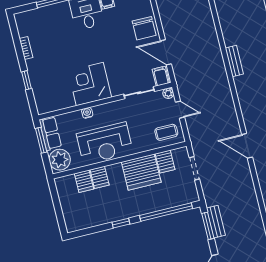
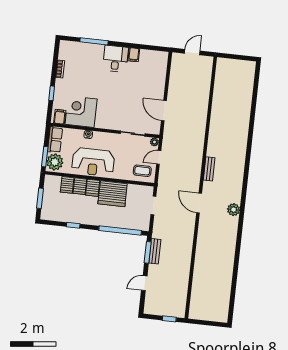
chair: (144, 28) -> (154, 87), removed
bench: (234, 61) -> (209, 169), moved
filing cabinet: (161, 76) -> (60, 117), moved
corner desk: (90, 84) -> (81, 112), moved
door: (180, 110) -> (159, 157), swing flipped
window: (41, 140) -> (45, 157), moved
server rack: (165, 162) -> (93, 188), moved
window: (58, 209) -> (40, 198), added
window: (121, 223) -> (73, 225), moved

